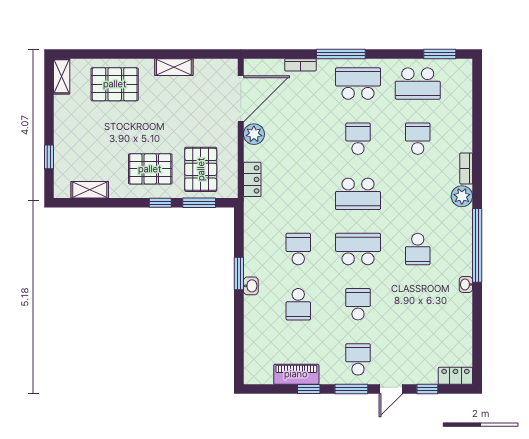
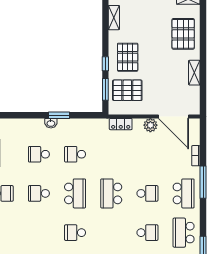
school desk: (298, 249) -> (75, 154), turned 180
school desk: (358, 304) -> (39, 193), turned 180

